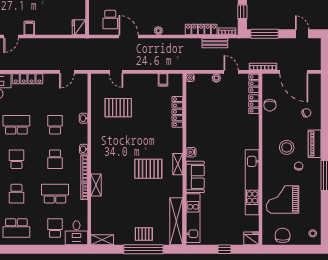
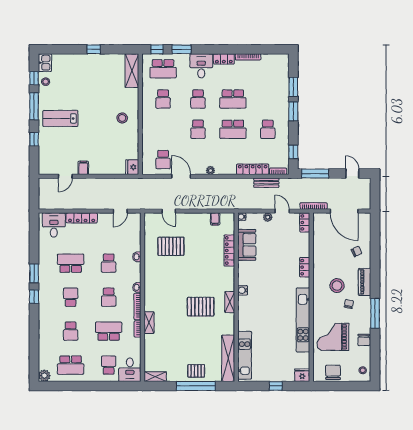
locker: (254, 104) -> (305, 267), moved
chair: (270, 105) -> (364, 340), moved
school desk: (55, 125) -> (109, 263), turned 180
sofa: (195, 177) -> (247, 245), moved

